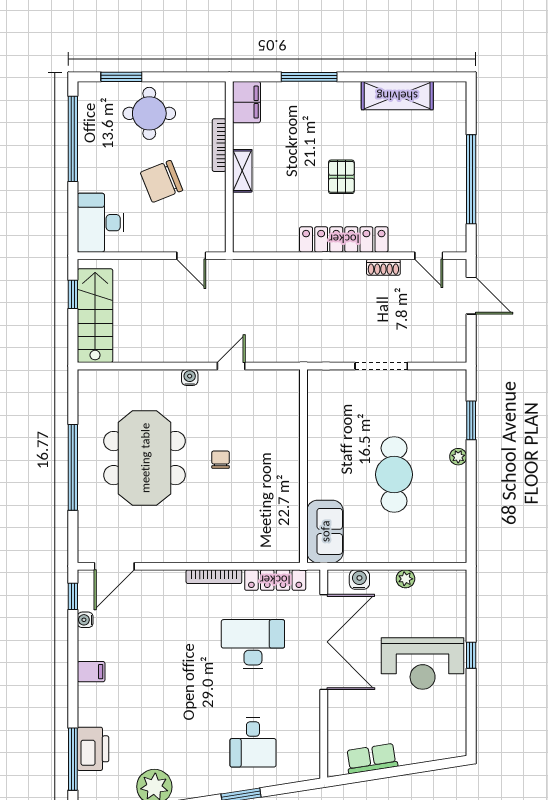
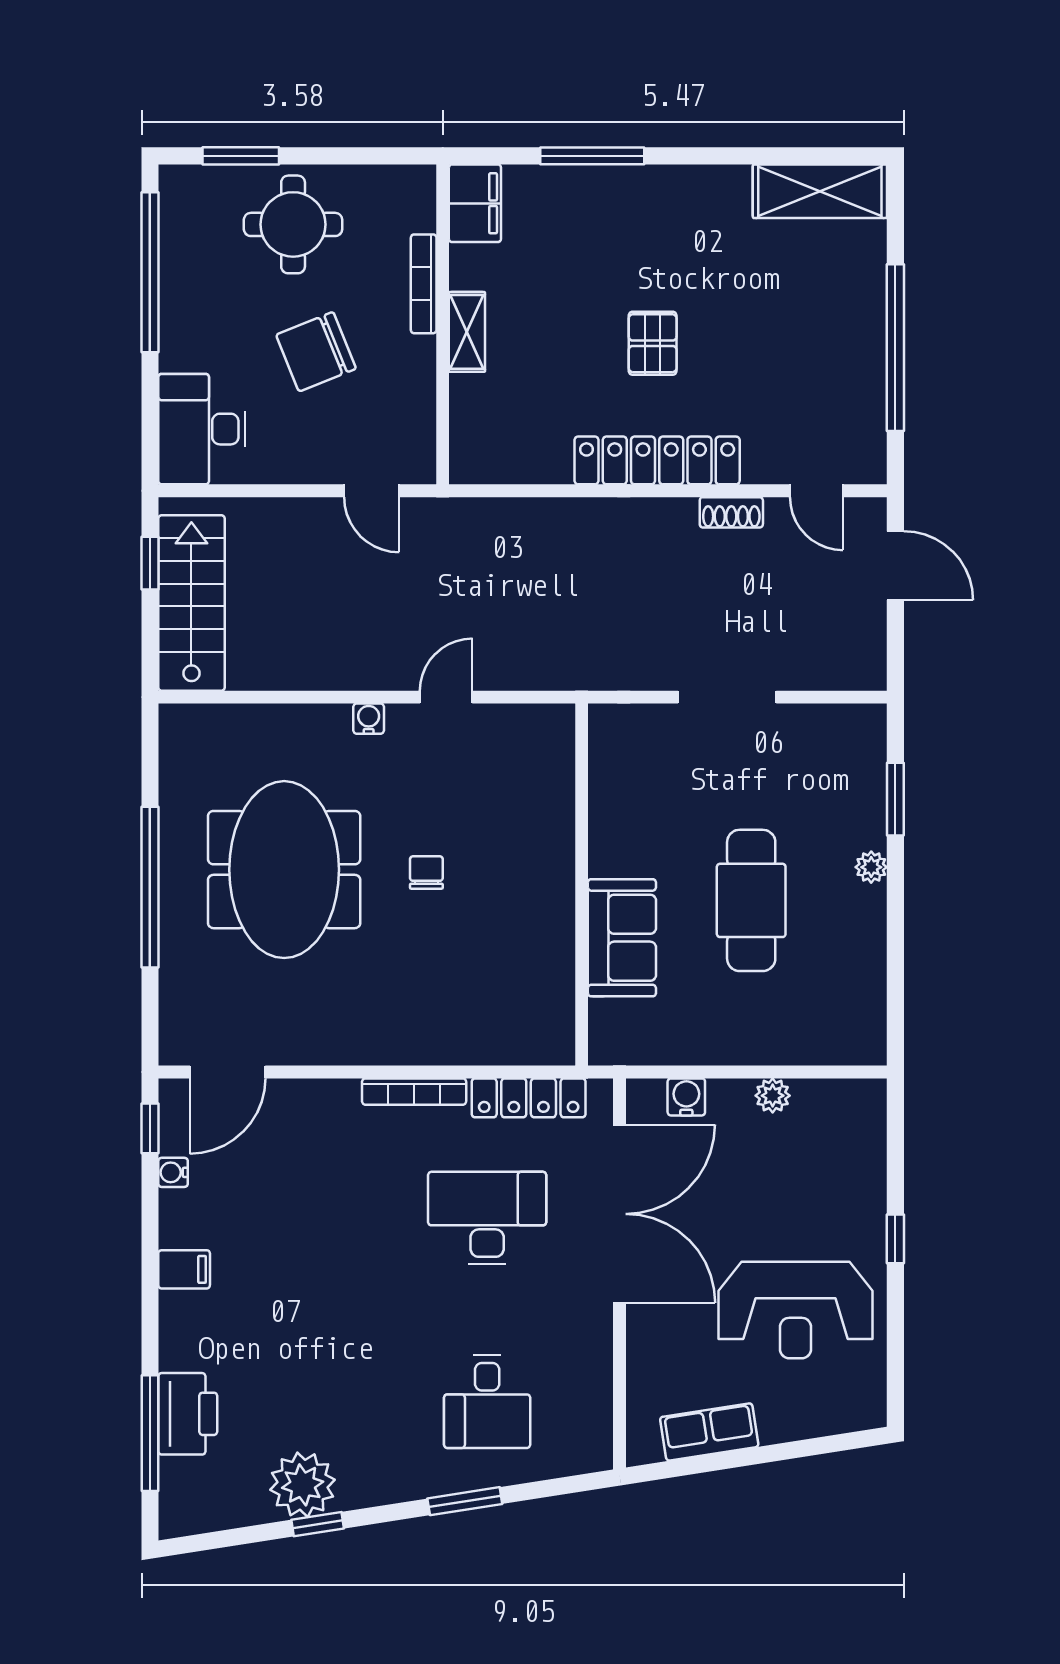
shelving: (397, 96) -> (820, 191), moved
sofa: (325, 531) -> (622, 938), moved
reception desk: (423, 664) -> (795, 1310), moved

